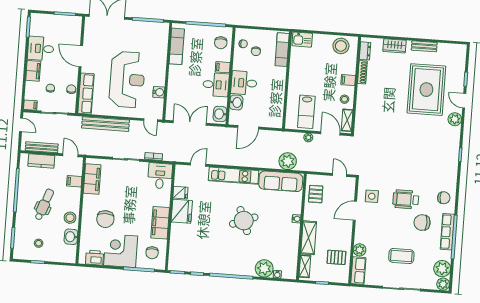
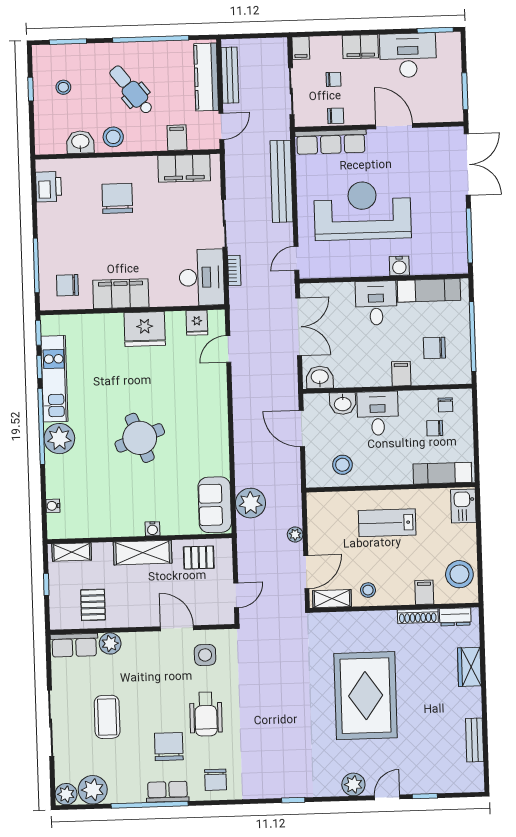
chair: (221, 43) -> (434, 348), moved
bench: (424, 46) -> (475, 740), moved
desk: (41, 49) -> (408, 55), width x1.37
door: (81, 56) -> (394, 126), hinge flipped
reception desk: (127, 80) -> (362, 211), turned 180
filing cabinet: (348, 80) -> (424, 592), moved
desk: (216, 85) -> (376, 303), moved, turned 180
rug: (426, 90) -> (366, 696), moved, turned 90
water cooler: (159, 92) -> (399, 266), moved
stool: (271, 106) -> (342, 465), added
lab bench: (306, 112) -> (387, 523), moved
door: (21, 125) -> (265, 35), removed
kitchen counter: (41, 161) -> (206, 77), width x1.50
door: (198, 165) -> (228, 349), swing flipped
desk: (160, 176) -> (202, 277), width x1.37
kitchen unit: (234, 176) -> (54, 379), moved, turned 180
sofa: (281, 181) -> (215, 505), width x0.73
fridge: (180, 193) -> (197, 323), moved
wheelchair: (406, 199) -> (206, 714), turned 180
dental chair: (44, 204) -> (131, 90), turned -148
chair: (105, 219) -> (117, 198), turned 90
row of seats: (447, 232) -> (168, 792), width x0.68
shelving: (309, 238) -> (143, 553), moved
corner desk: (121, 251) -> (65, 231), removed
plant: (264, 268) -> (59, 439), moved

